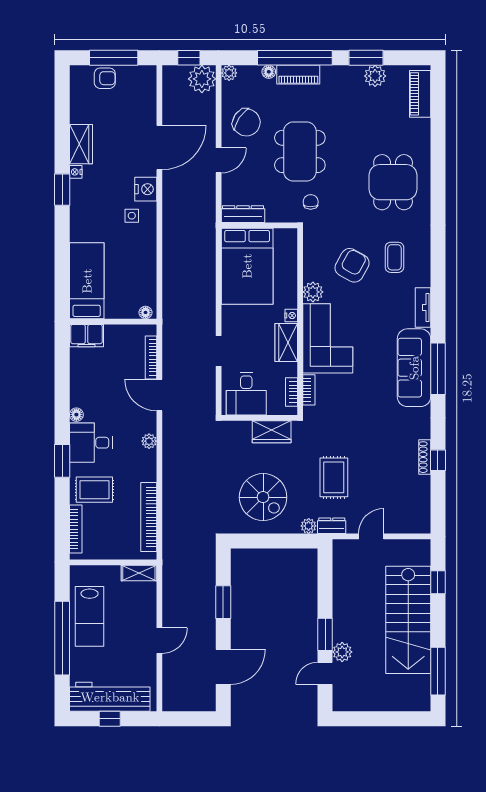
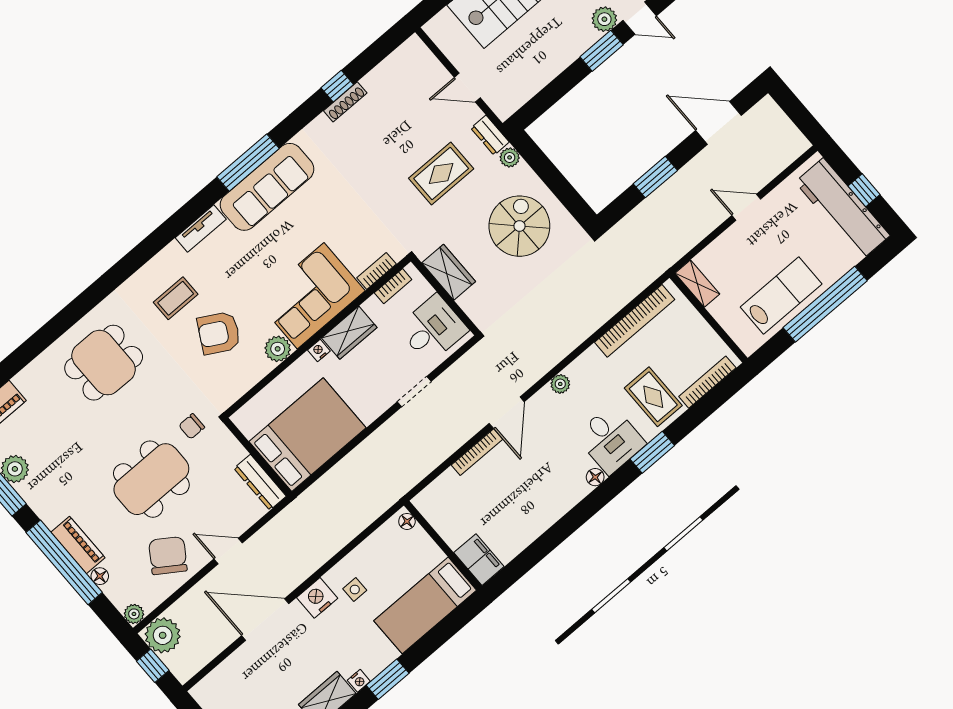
bed: (87, 281) -> (425, 605), moved
floor lamp: (146, 312) -> (407, 521), moved
wall: (113, 322) -> (443, 545), moved
filing cabinet: (86, 336) -> (479, 560), moved

